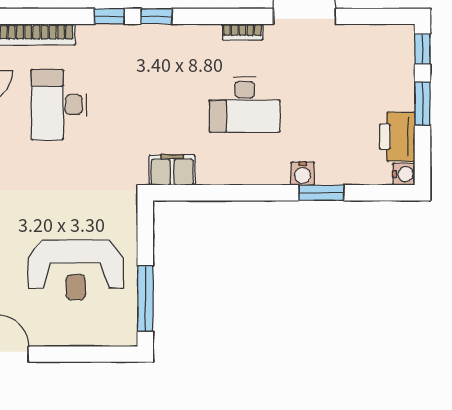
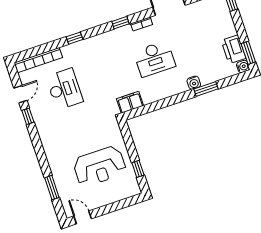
window: (156, 16) -> (120, 23), moved
window: (422, 104) -> (248, 53), moved
desk: (59, 105) -> (64, 89), turned 180
window: (145, 298) -> (138, 169), width x0.46

